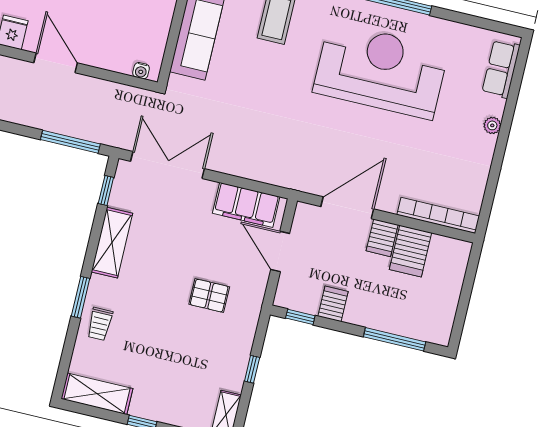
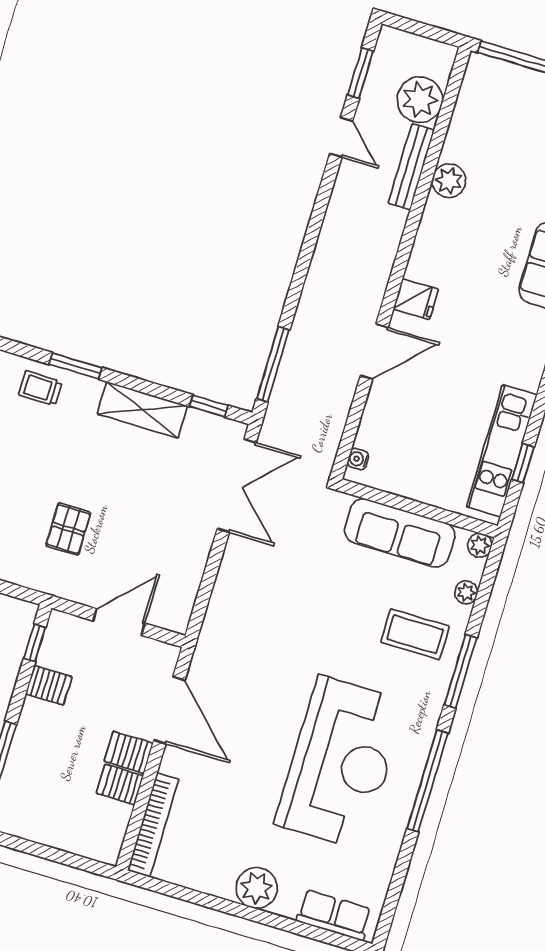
plant: (492, 125) -> (257, 888), width x1.88, depth x1.88
filing cabinet: (246, 205) -> (180, 582), removed
server rack: (410, 251) -> (120, 784), width x0.73, depth x0.70

